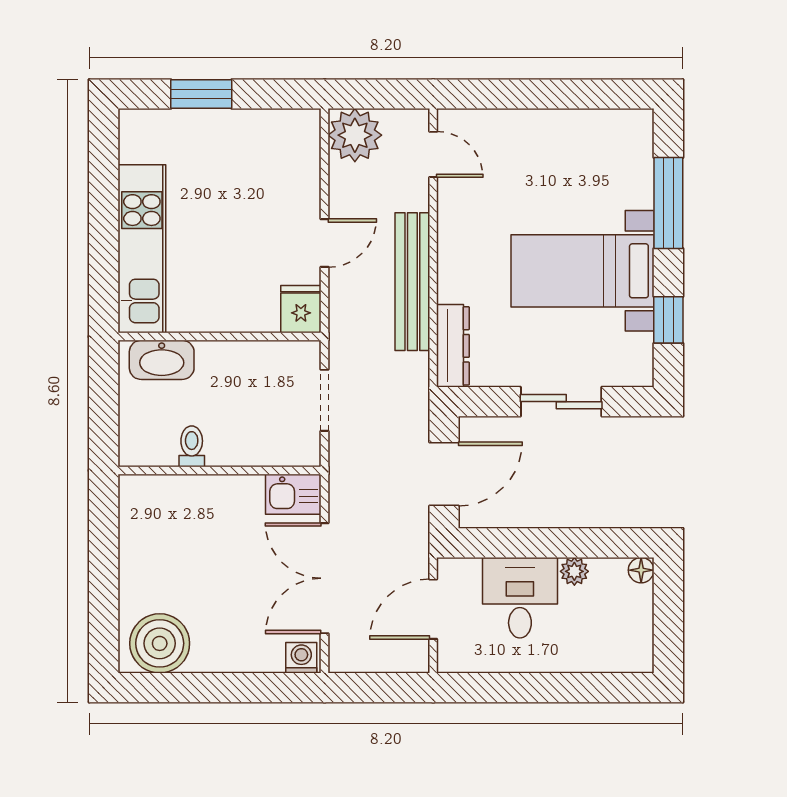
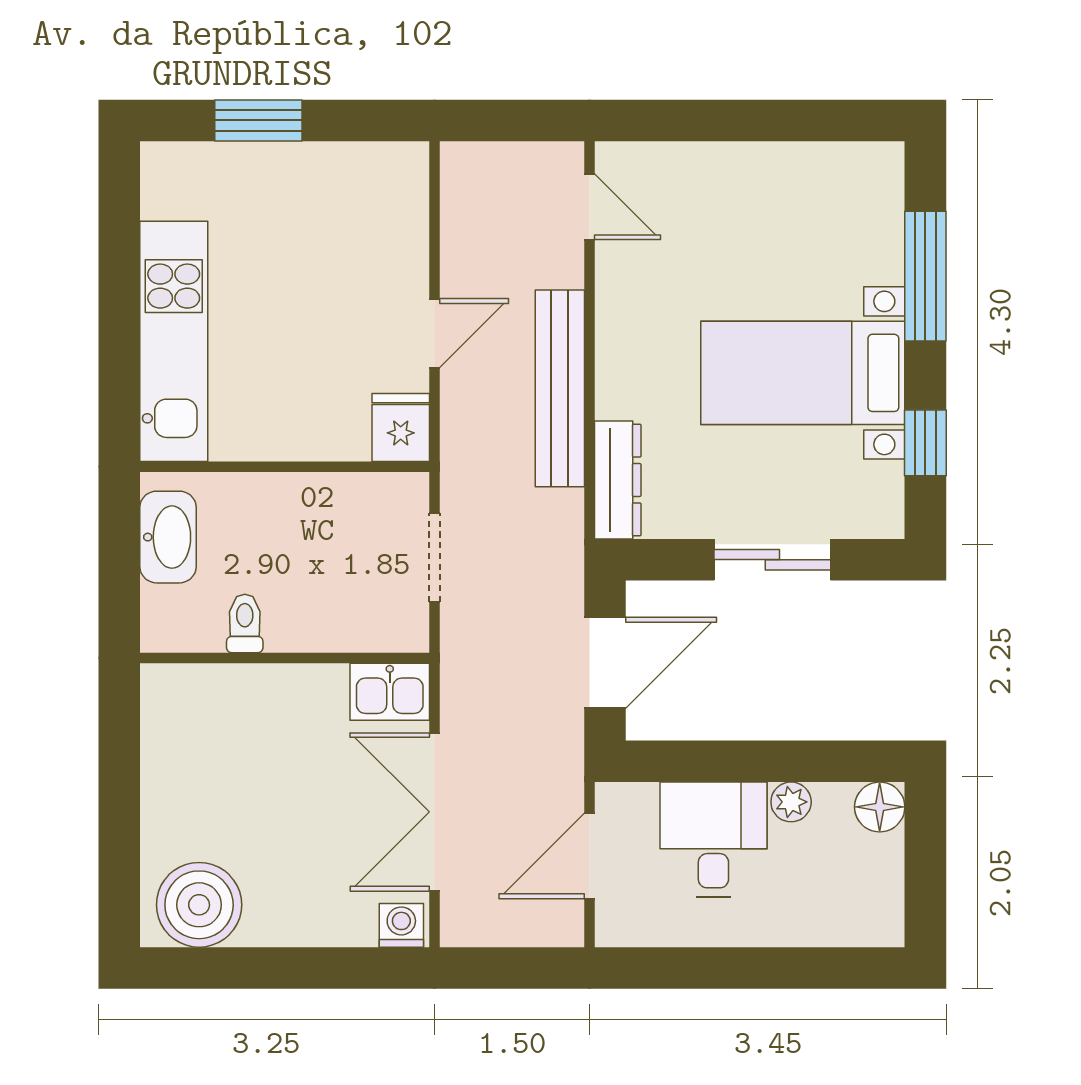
plant: (355, 135) -> (478, 179), removed
washbasin: (162, 360) -> (168, 537), moved, turned -90
floor lamp: (641, 570) -> (880, 807), width x1.37, depth x1.37

